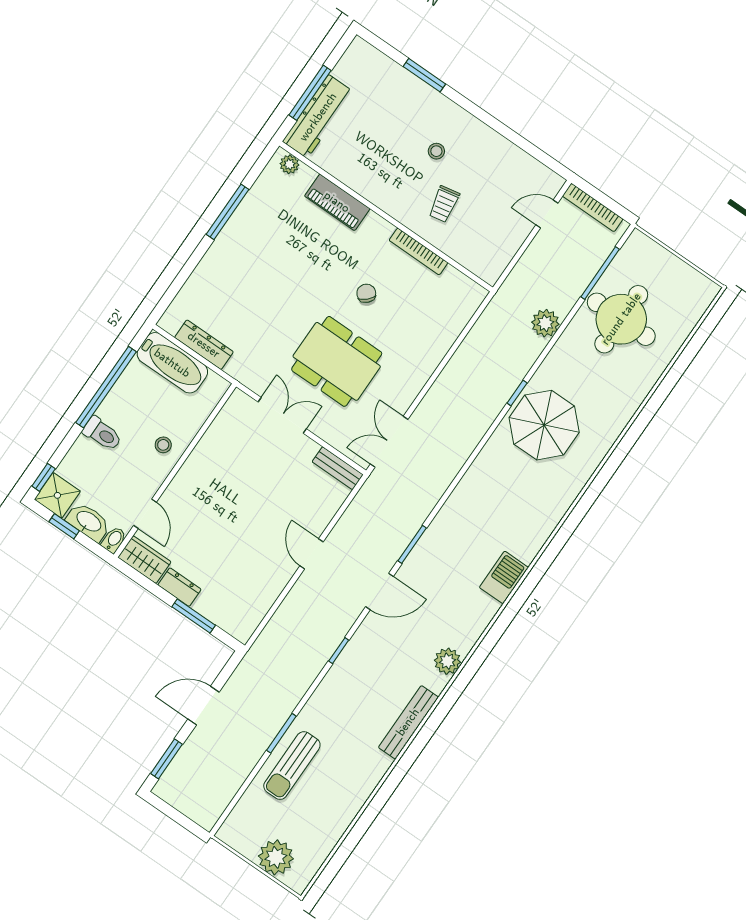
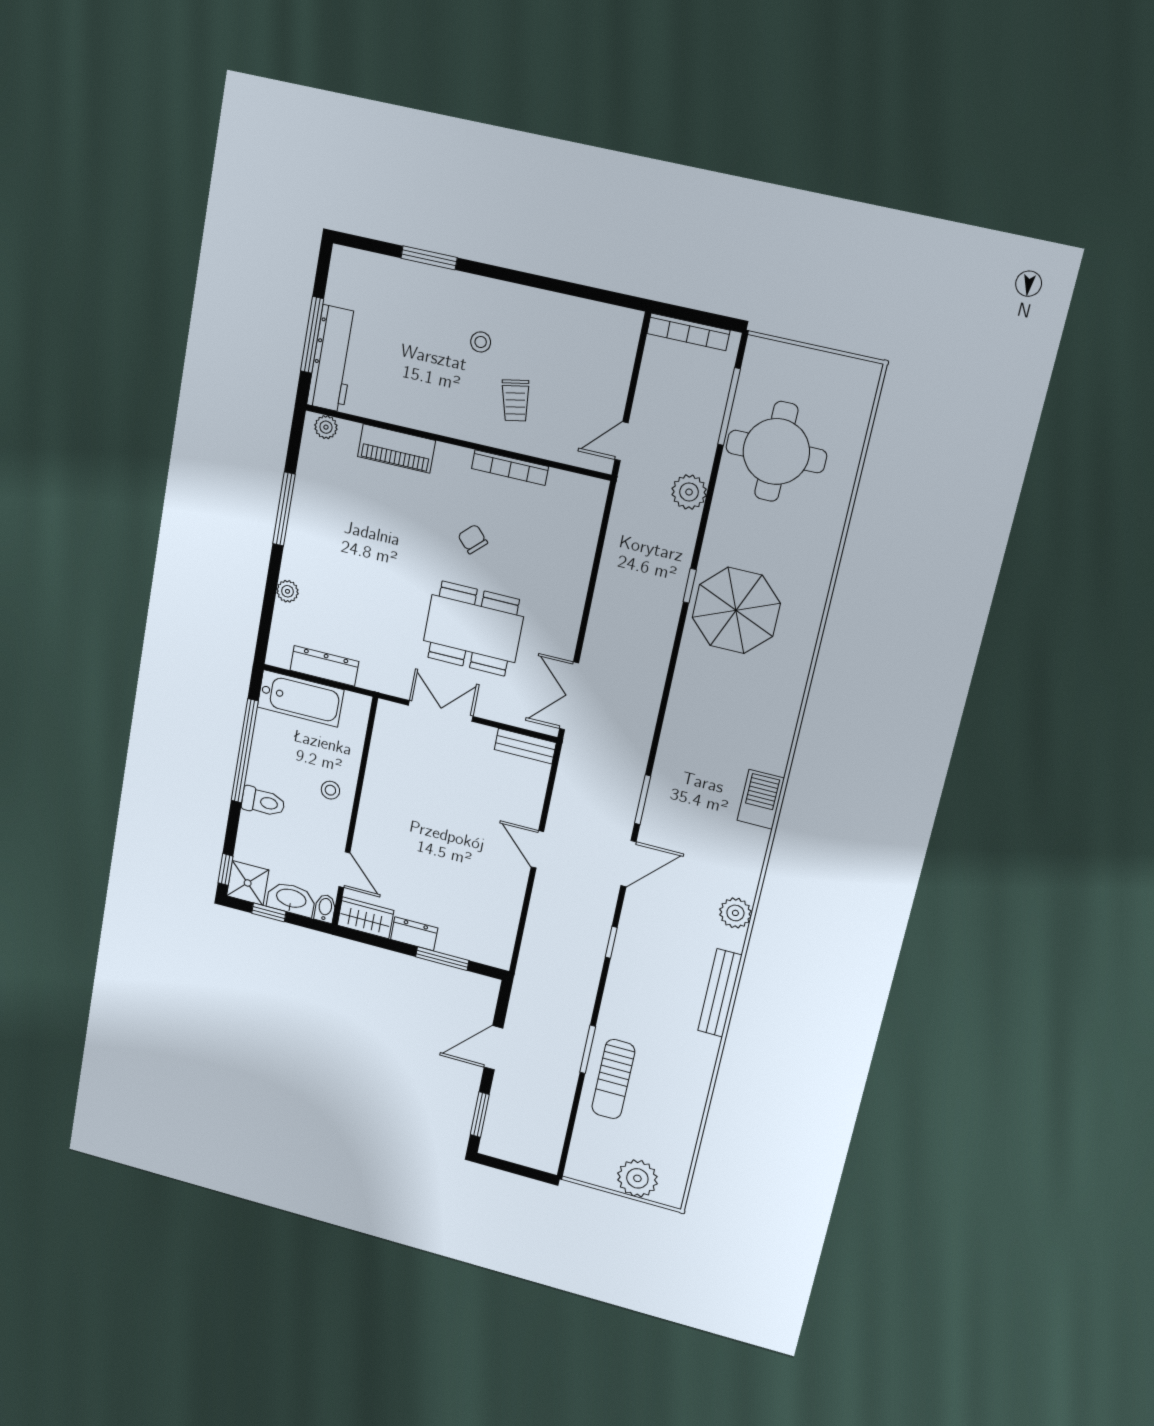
door: (547, 214) -> (622, 441), moved
plant: (201, 275) -> (287, 591), added

